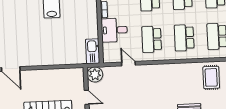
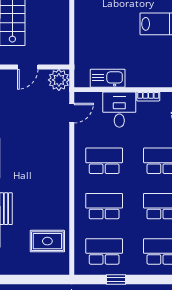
kitchen sink: (93, 51) -> (108, 78), moved
door: (128, 64) -> (72, 113), moved

